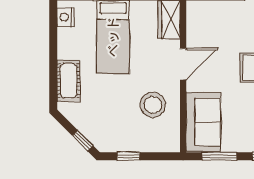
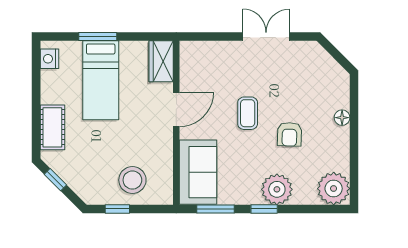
stool: (153, 105) -> (132, 180), moved
window: (83, 141) -> (55, 180), moved

